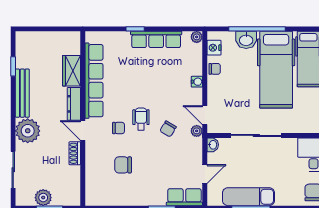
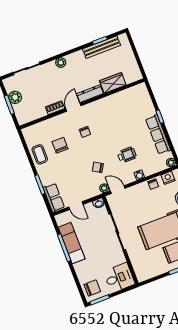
row of seats: (94, 81) -> (112, 102), removed
bench: (22, 93) -> (102, 47), moved
door: (205, 115) -> (118, 190), hinge flipped
wheelchair: (141, 119) -> (127, 155), moved
plant: (28, 131) -> (61, 63), width x0.53, depth x0.53
coffee table: (125, 194) -> (40, 154), added

